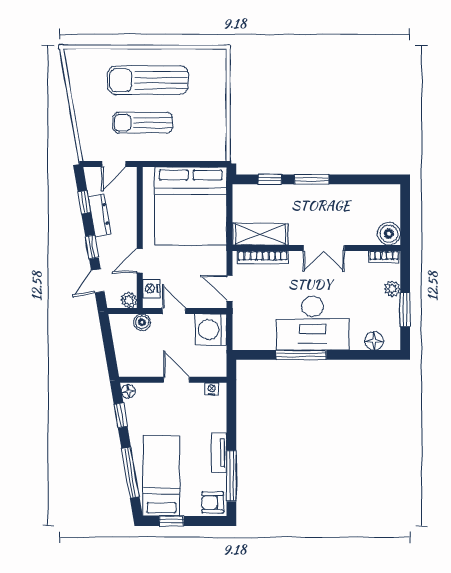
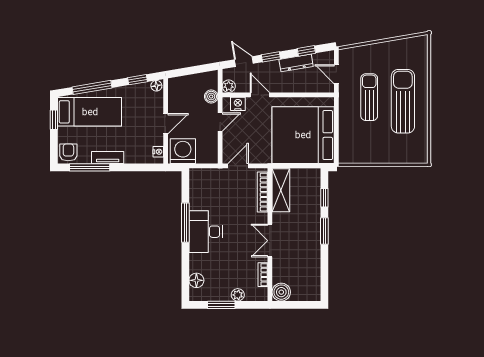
bookcase: (384, 257) -> (263, 275), moved
desk: (313, 323) -> (206, 232), width x0.73, depth x0.77
washing machine: (211, 330) -> (183, 151), moved

